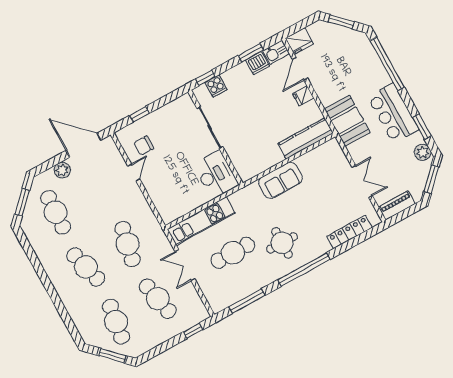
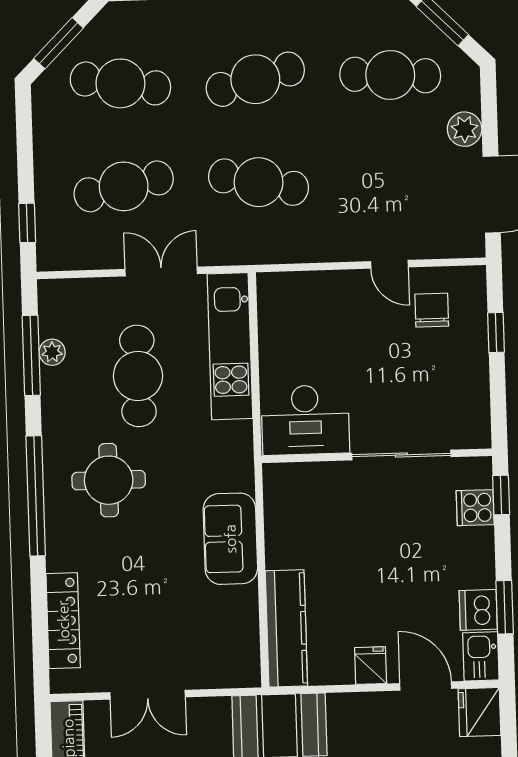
plant: (241, 293) -> (52, 352), added

